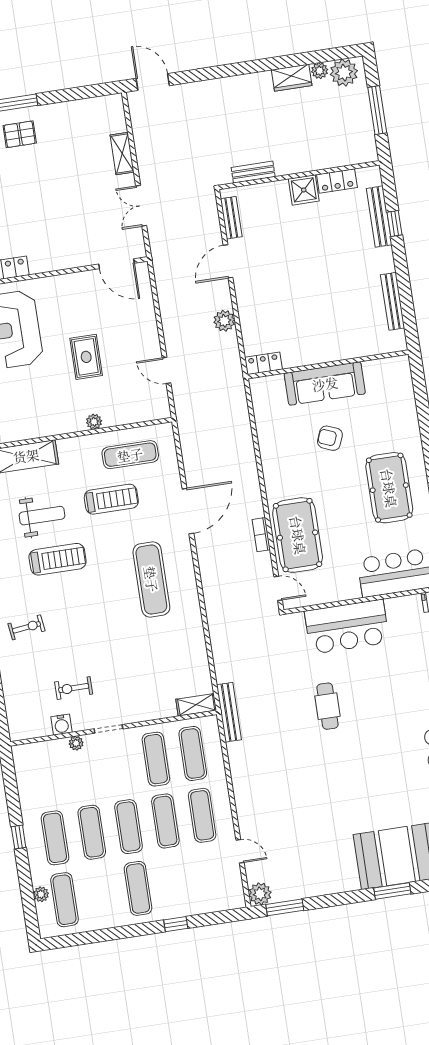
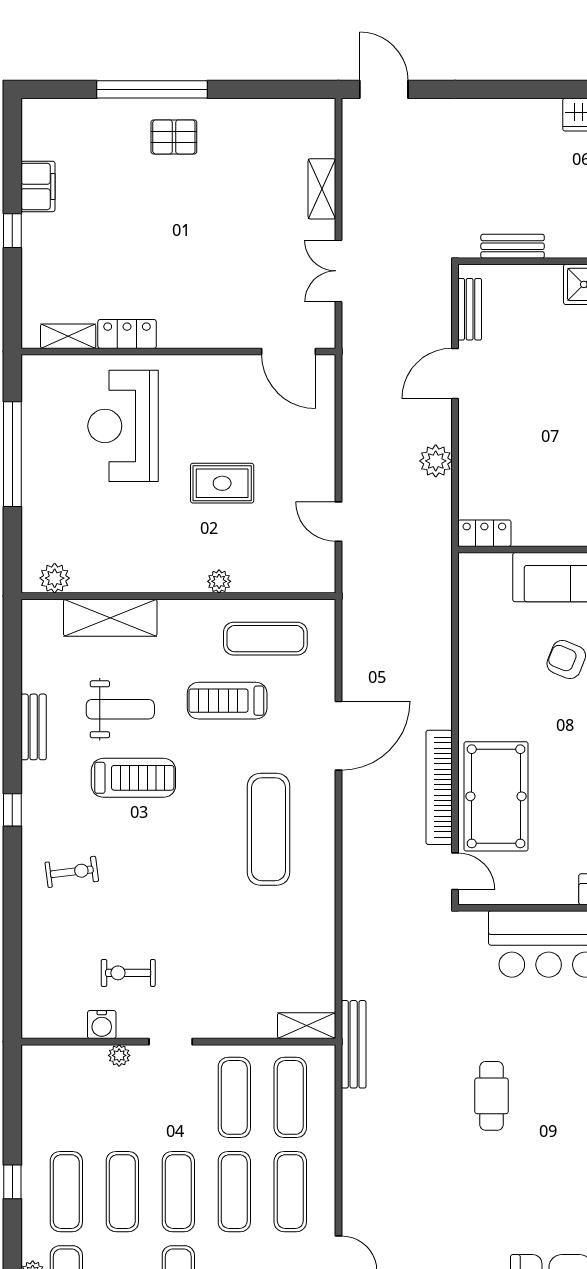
rug: (86, 357) -> (222, 483), turned 90
treadmill: (111, 499) -> (227, 701), turned 180
bookcase: (261, 535) -> (439, 787), width x2.31, depth x1.31
cafe table: (328, 706) -> (492, 1096), moved

